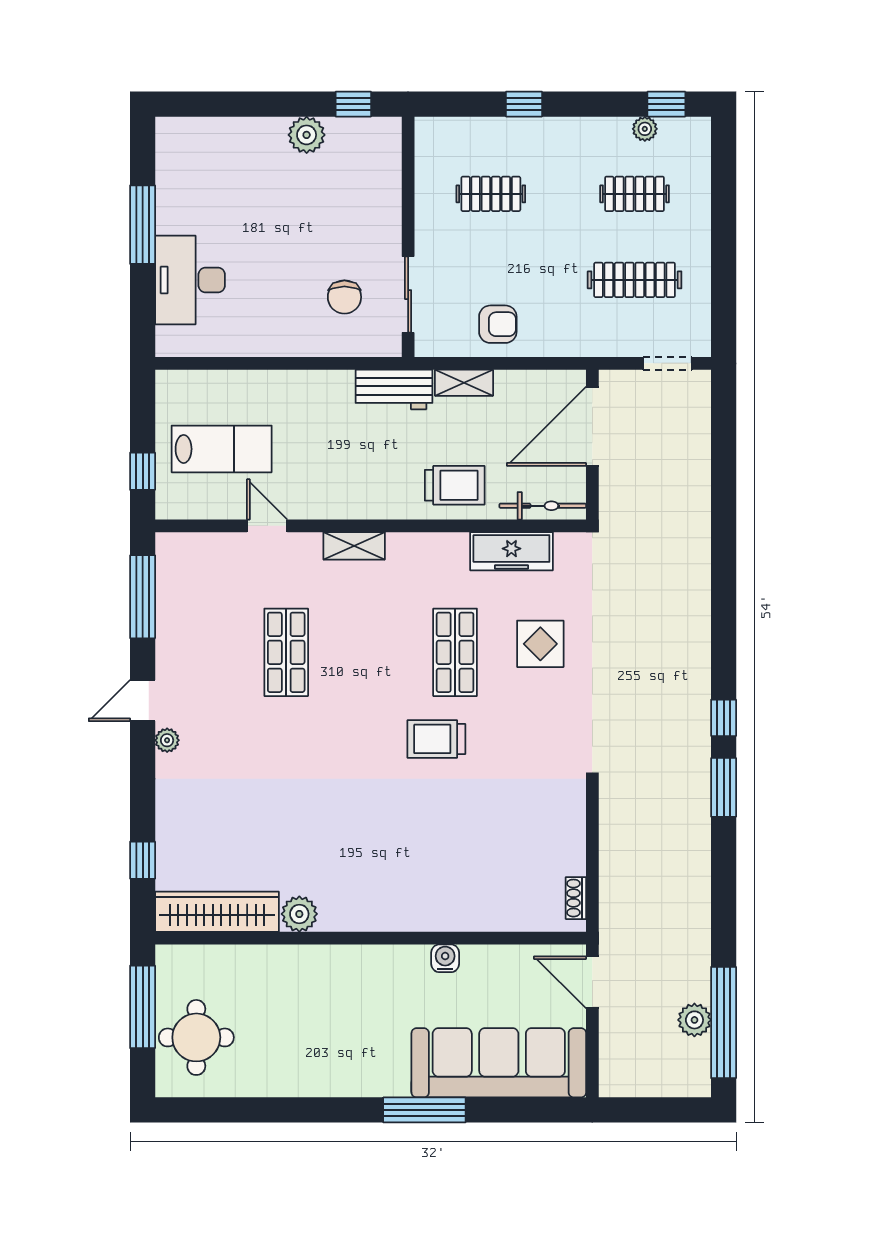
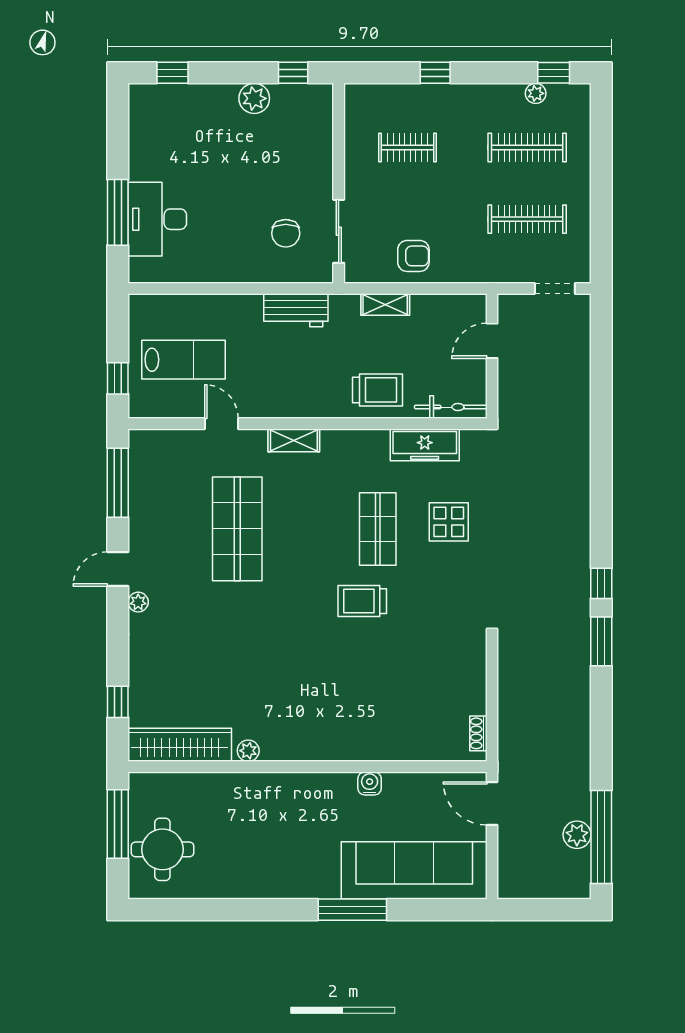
window: (208, 104) -> (172, 73), added
clothes rail: (635, 194) -> (527, 147), width x1.36
window: (143, 225) -> (118, 212), moved
workbench: (394, 389) -> (296, 310), moved
door: (592, 426) -> (492, 341), width x0.53
shop shelf: (286, 652) -> (237, 529), width x1.43, depth x1.36
plant: (299, 914) -> (248, 751), width x0.73, depth x0.73

